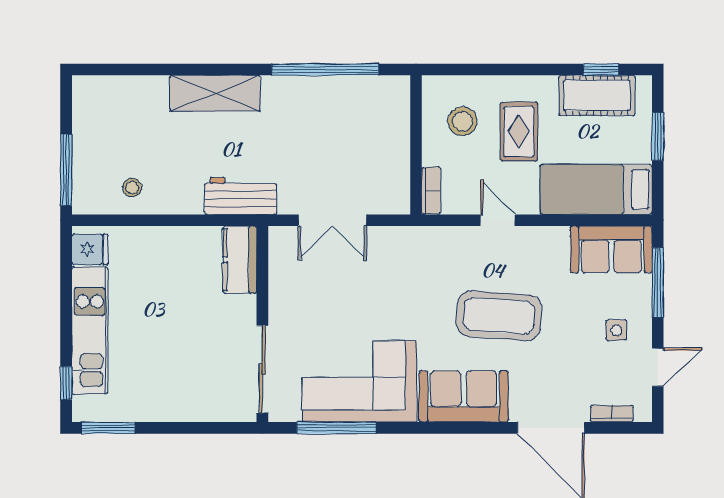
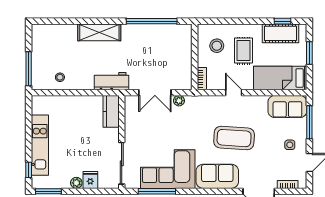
plant: (383, 237) -> (179, 101), added
fridge: (90, 249) -> (90, 180), moved, turned -90
plant: (167, 410) -> (76, 183), added

